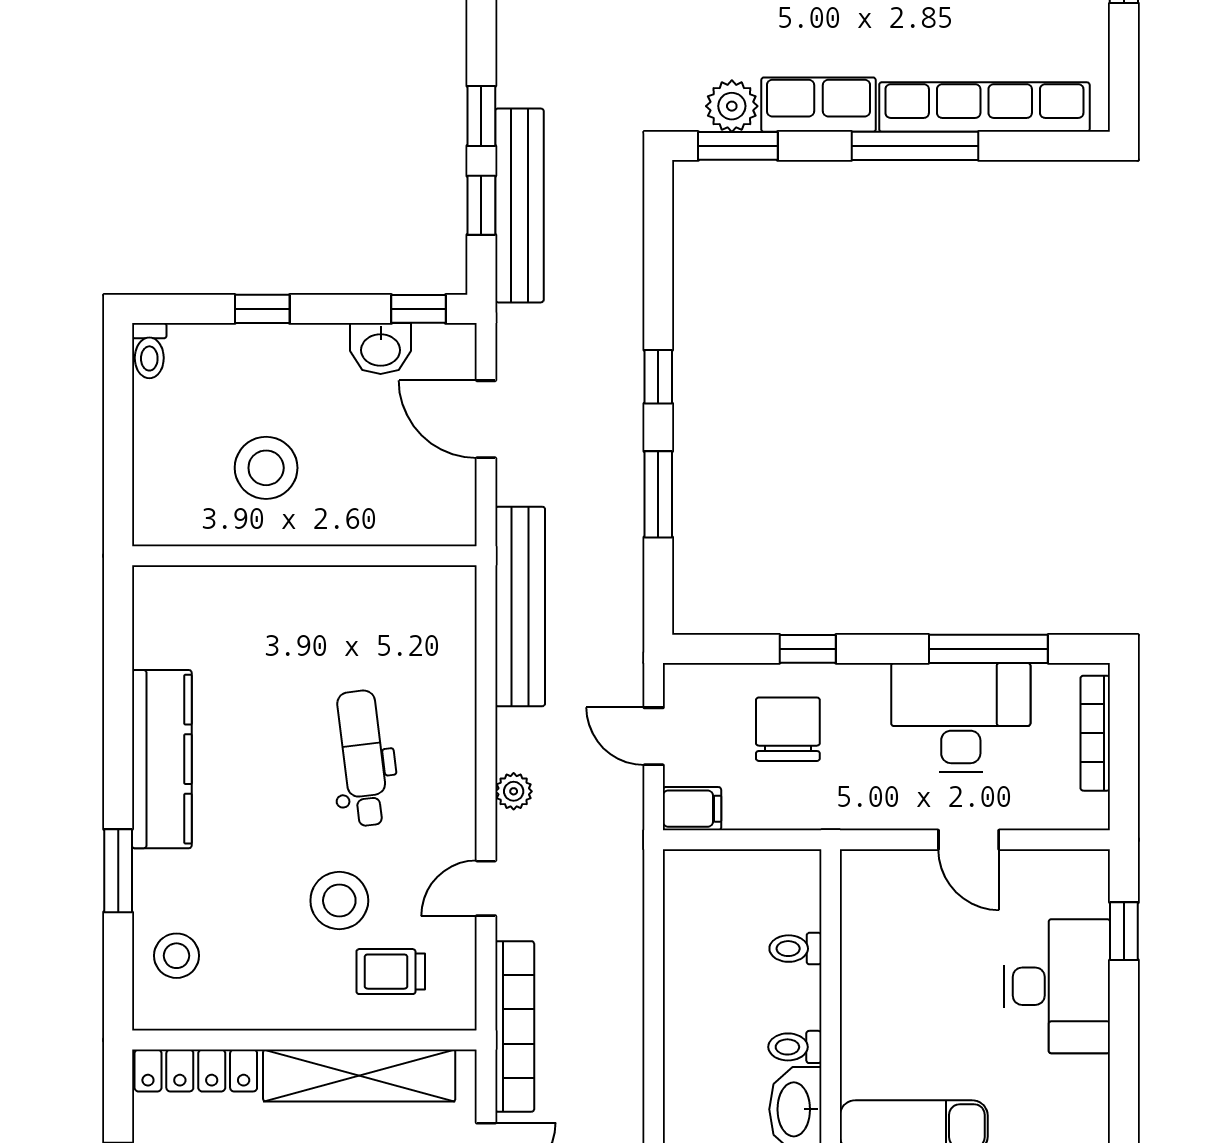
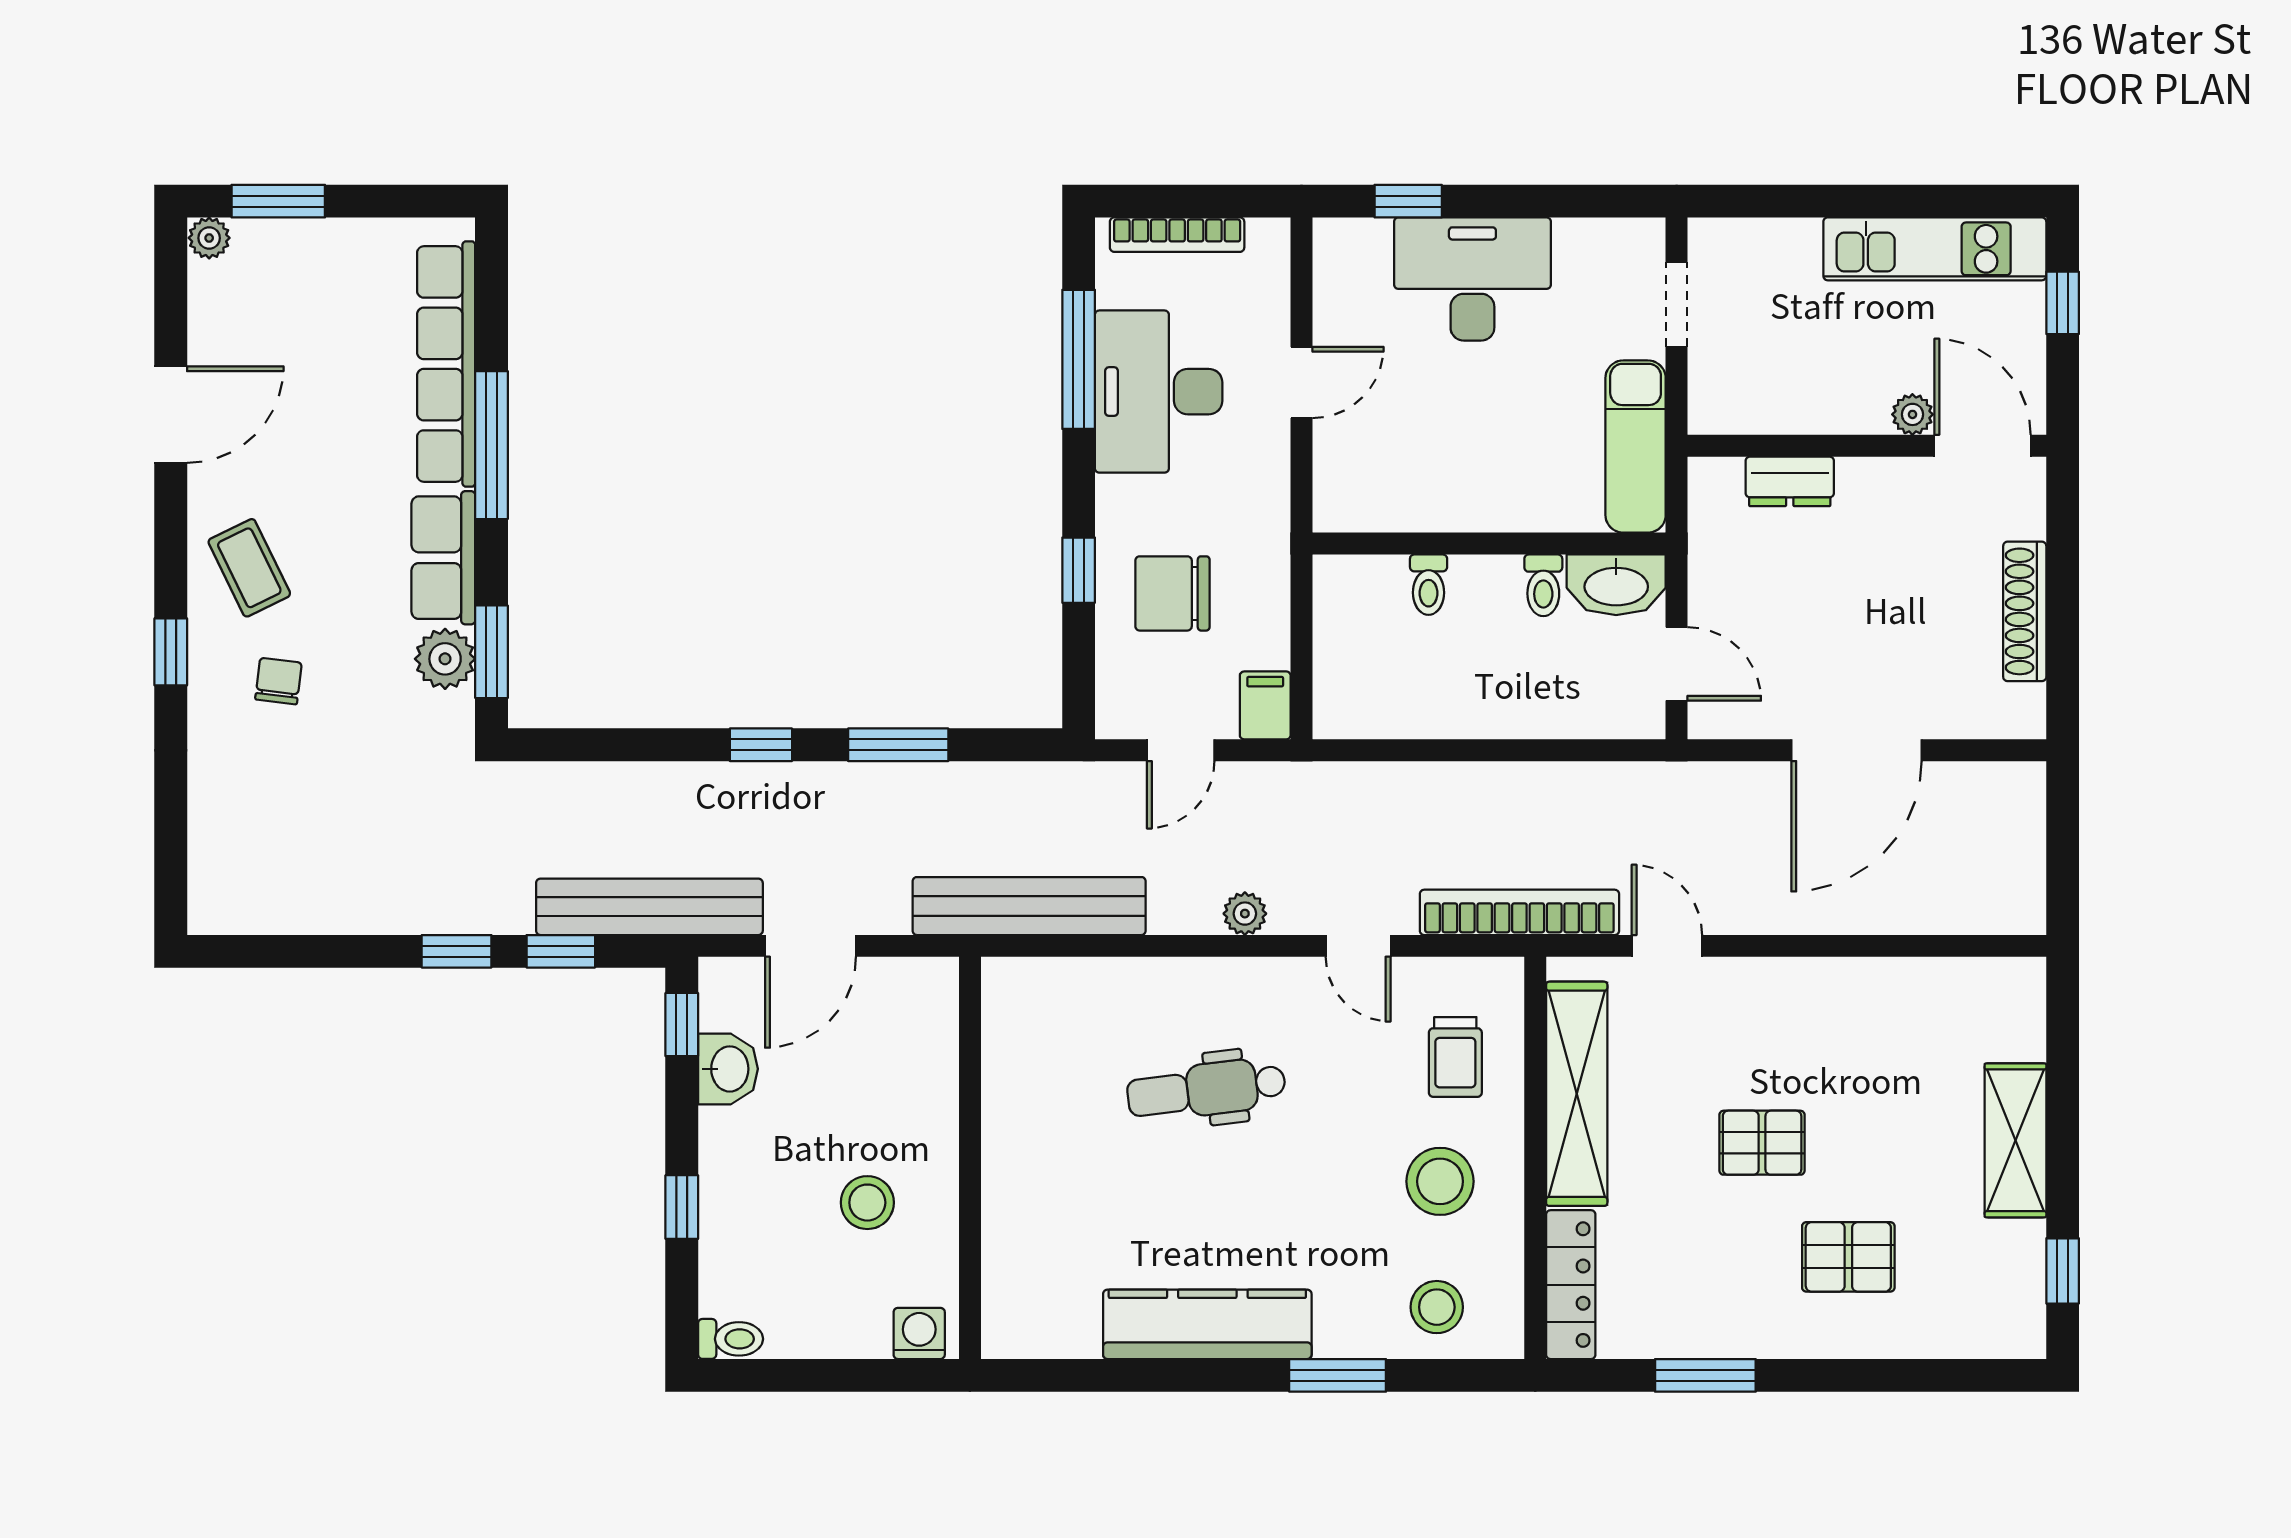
bench: (519, 205) -> (649, 907), moved
stool: (266, 468) -> (867, 1203), width x0.73, depth x0.73
washing machine: (154, 512) -> (919, 1333), added
stool: (339, 901) -> (1440, 1181), moved

